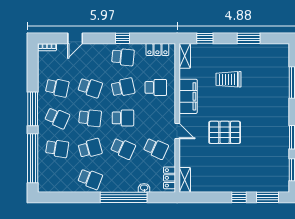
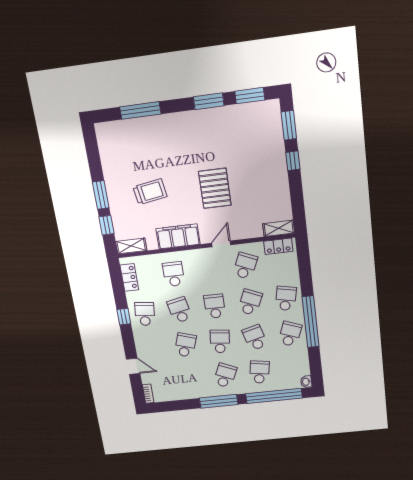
window: (249, 38) -> (101, 195), moved
trolley: (229, 79) -> (150, 192), turned -99
school desk: (57, 87) -> (286, 298), moved
washbasin: (144, 188) -> (306, 382), moved
window: (124, 197) -> (311, 322), moved

